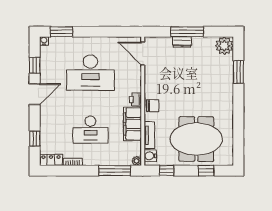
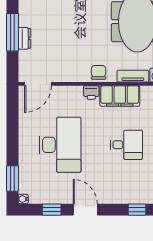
desk: (90, 130) -> (126, 145), width x0.73

